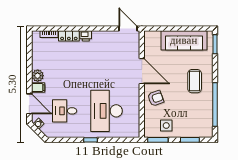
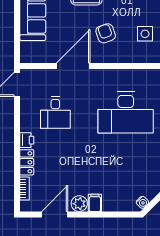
armchair: (156, 98) -> (106, 33), moved
door: (29, 104) -> (55, 214), moved
desk: (65, 111) -> (55, 113), moved

